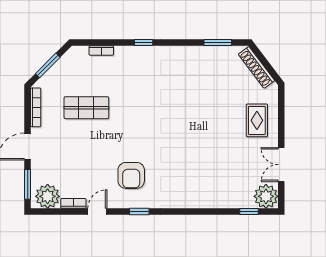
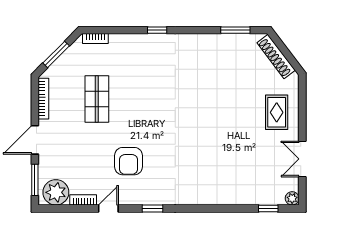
bookcase: (101, 50) -> (95, 39), moved
shop shelf: (86, 108) -> (97, 99), turned 90
armchair: (131, 175) -> (129, 161), moved
plant: (266, 196) -> (292, 198), width x0.53, depth x0.53

